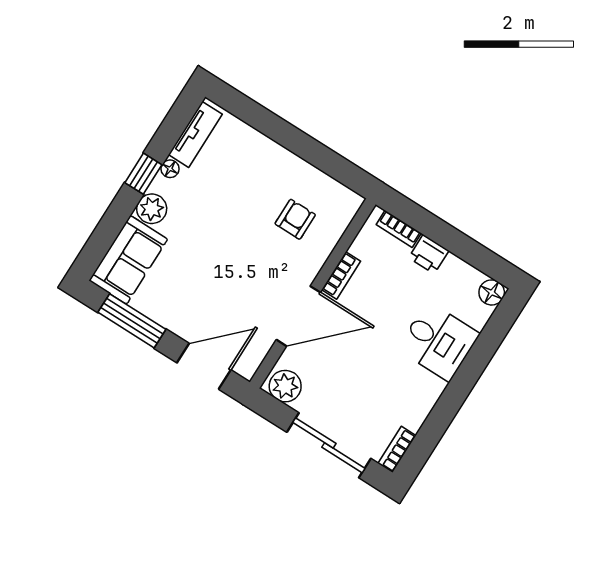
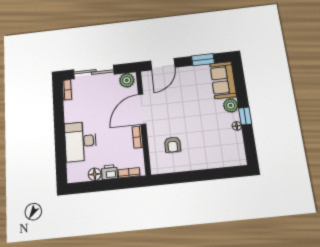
tv unit: (195, 134) -> (238, 147), removed
floor lamp: (492, 292) -> (95, 174), moved
window: (132, 321) -> (203, 60), width x0.69
desk: (438, 341) -> (81, 141), width x1.37

